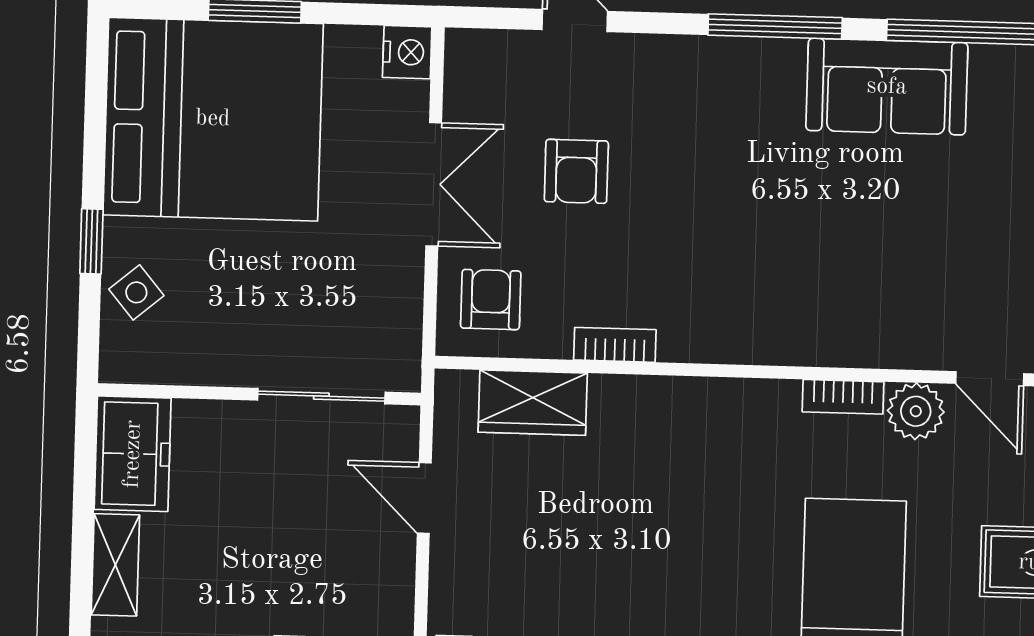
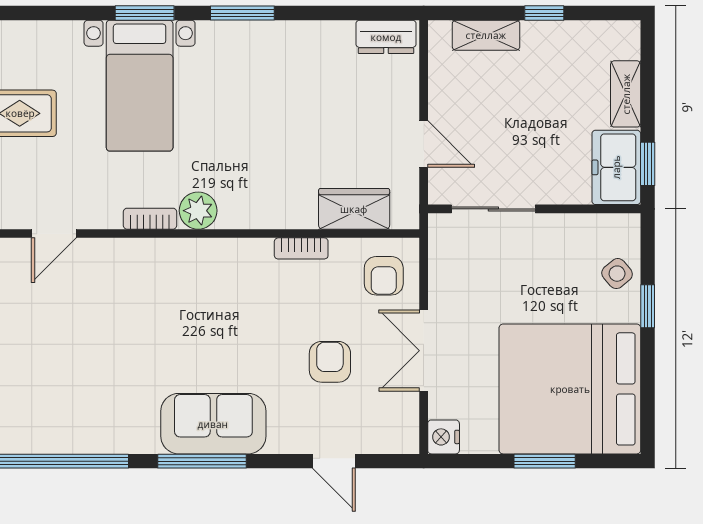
sofa: (887, 87) -> (213, 424), moved
door: (990, 379) -> (54, 234), swing flipped
plant: (916, 411) -> (198, 211), moved
window: (85, 458) -> (648, 164), added

